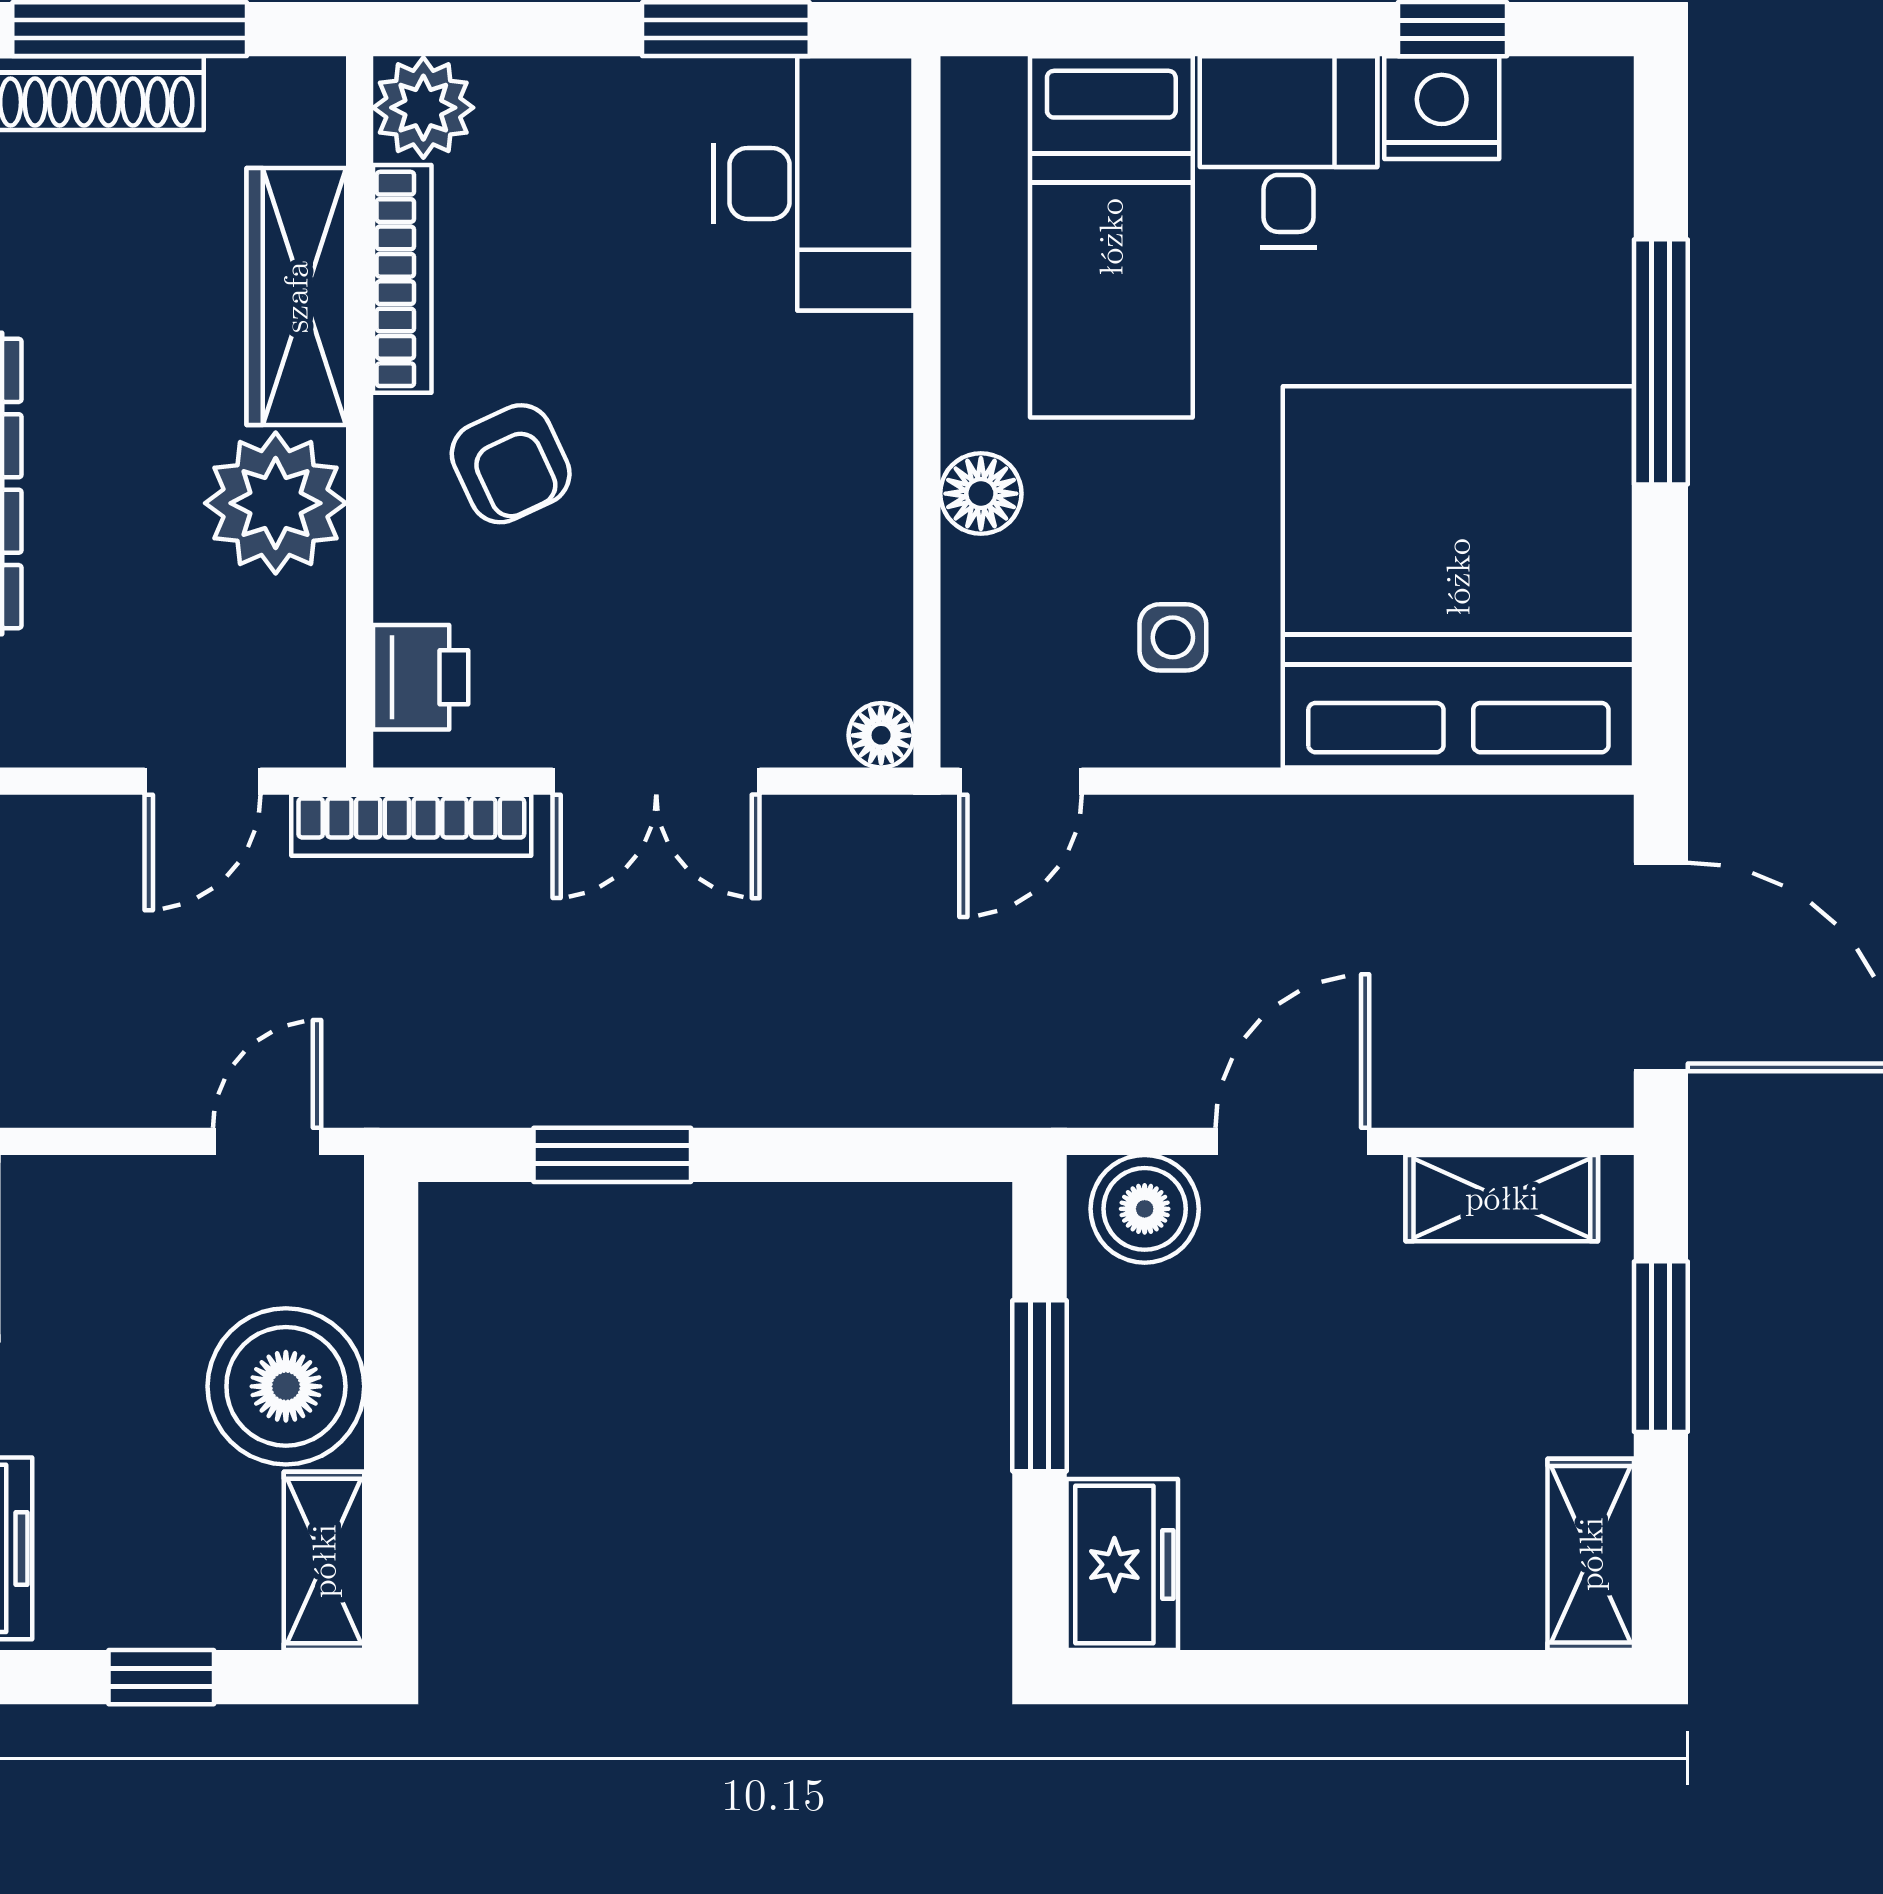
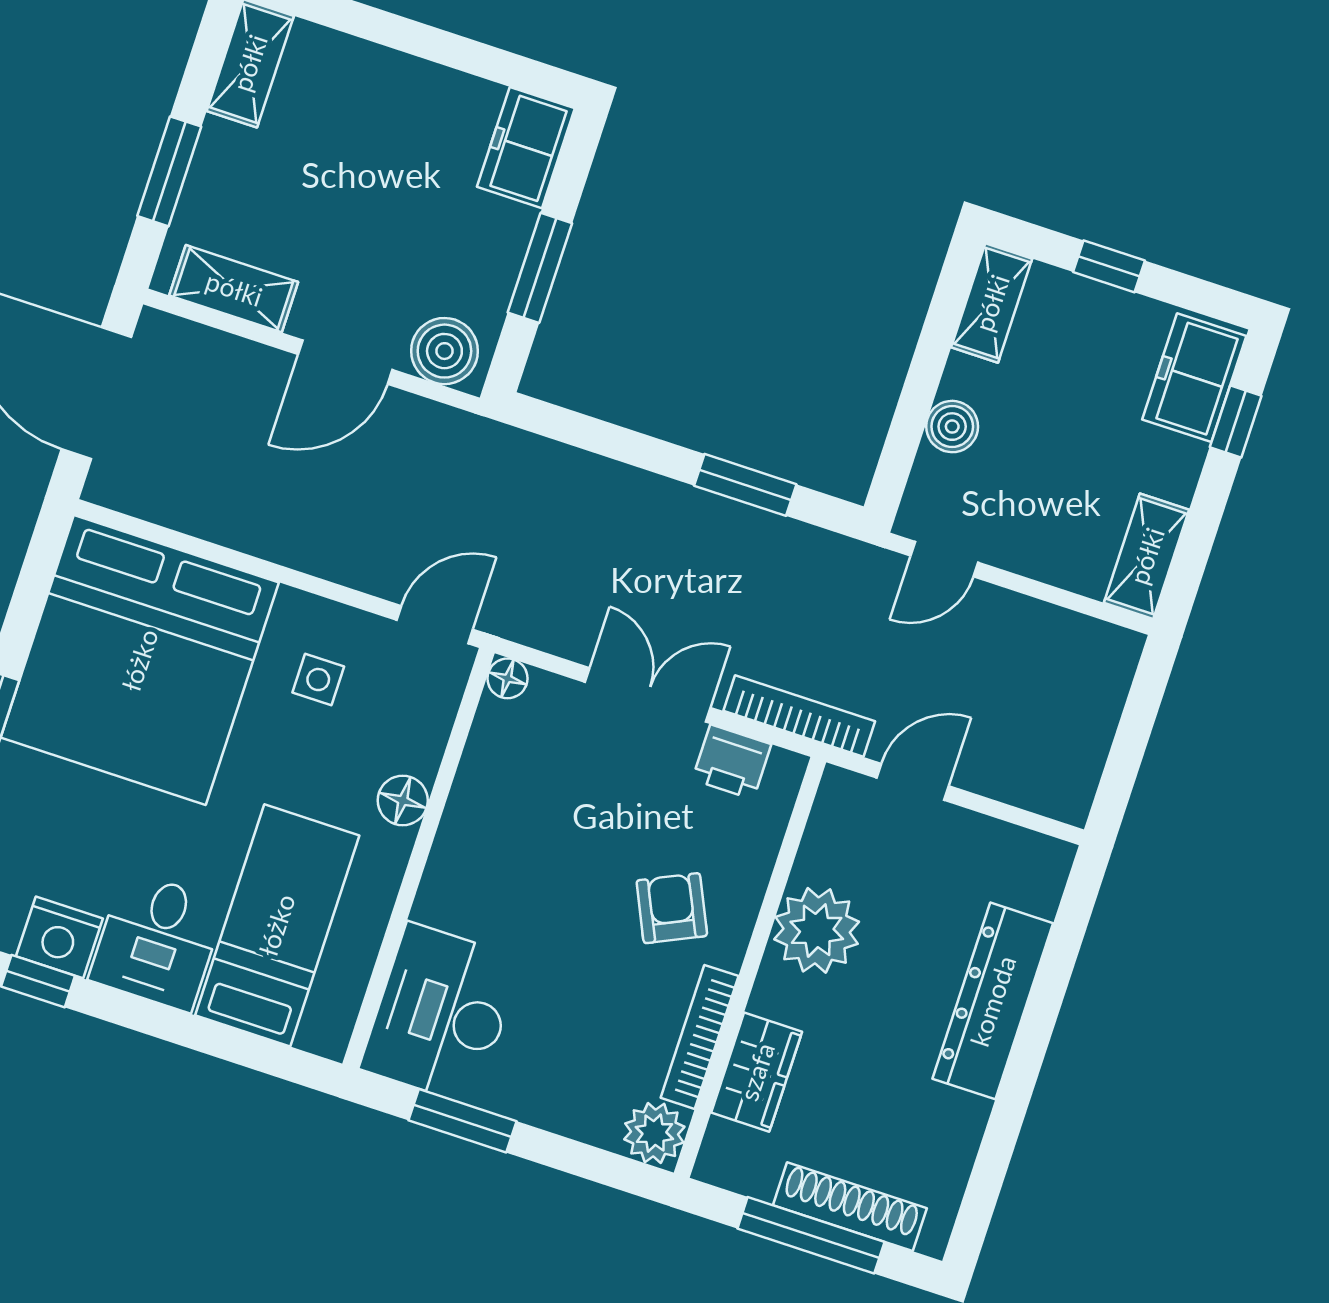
wardrobe: (296, 297) -> (757, 1072), width x0.67
printer: (421, 677) -> (732, 762), moved, turned -90
boiler: (286, 1386) -> (952, 427), width x0.54, depth x0.54

